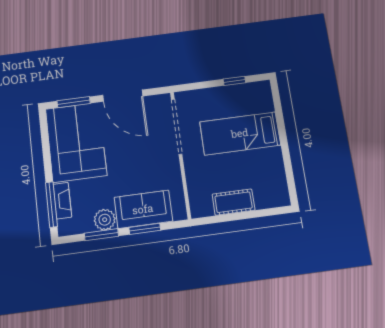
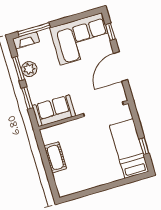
window: (74, 102) -> (110, 32), width x0.67
bed: (240, 133) -> (129, 149), moved
fireplace: (62, 201) -> (26, 40), moved
sofa: (143, 209) -> (54, 111), moved, turned -90

